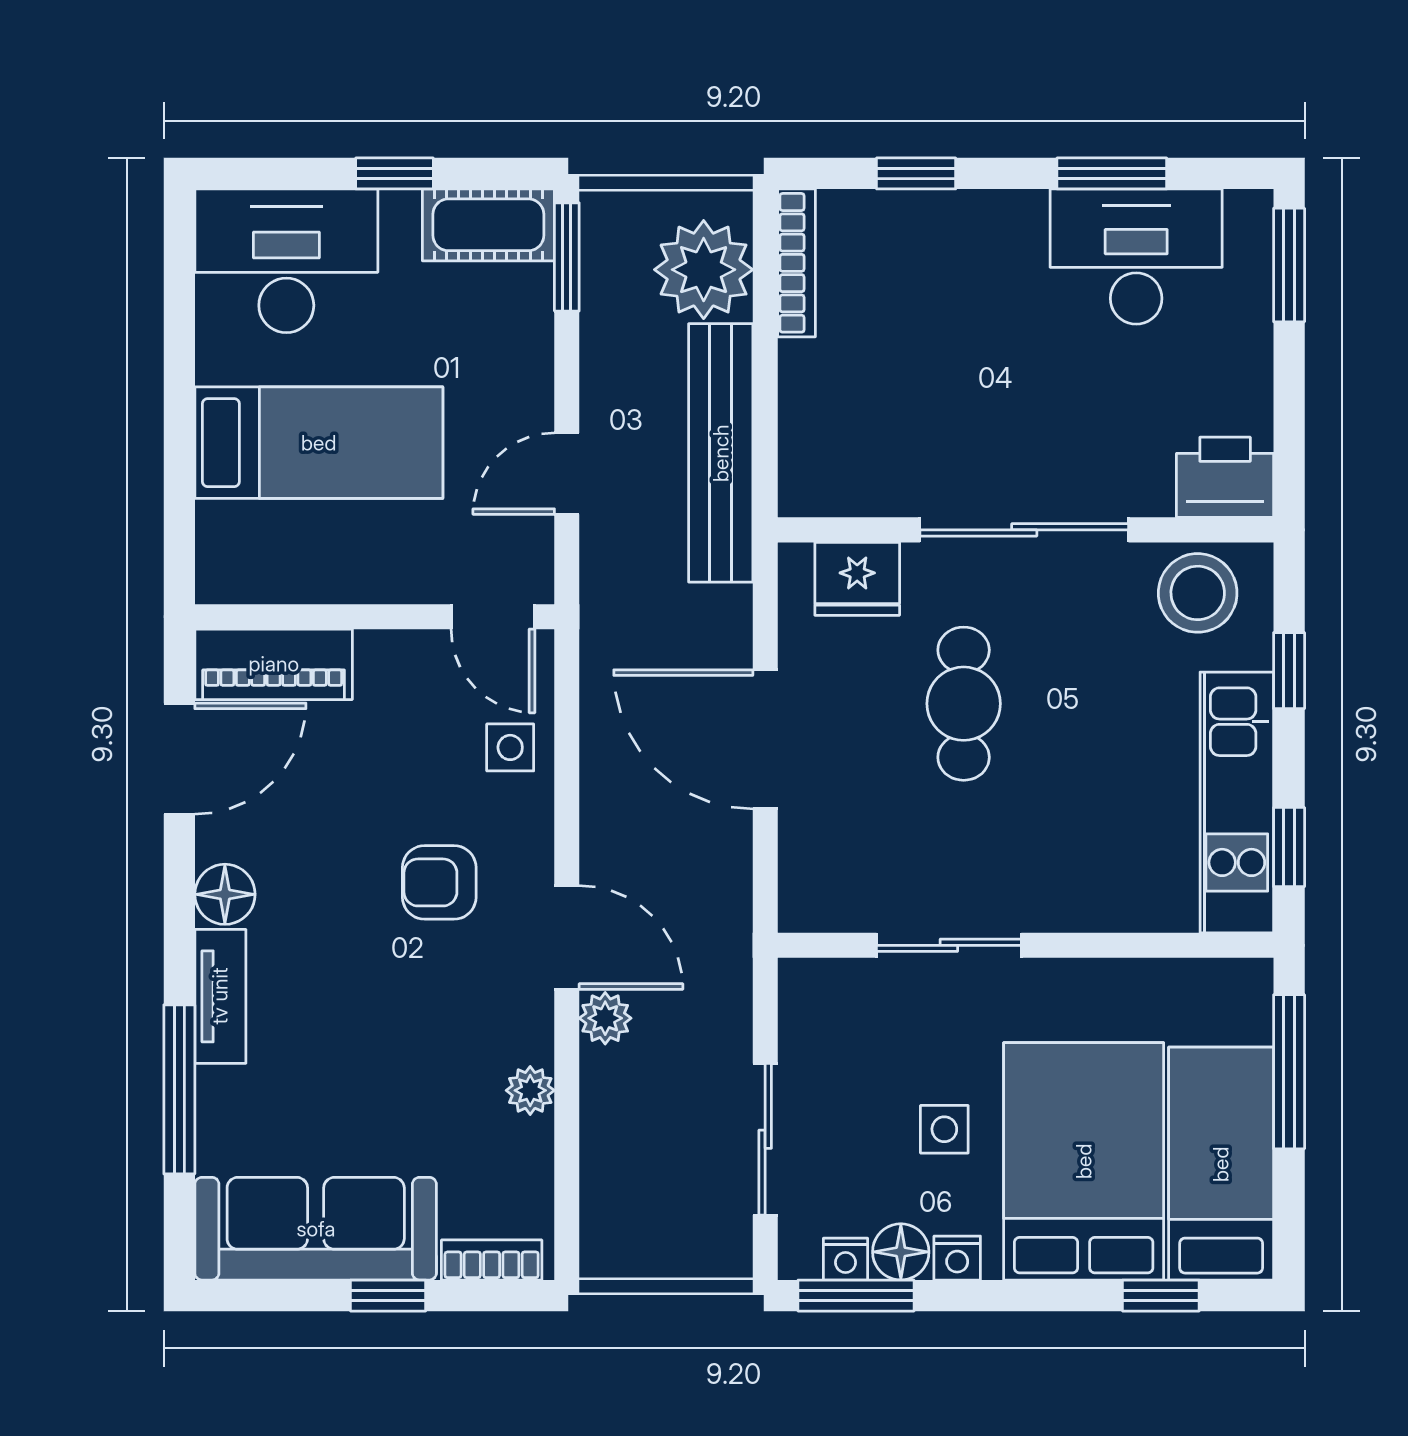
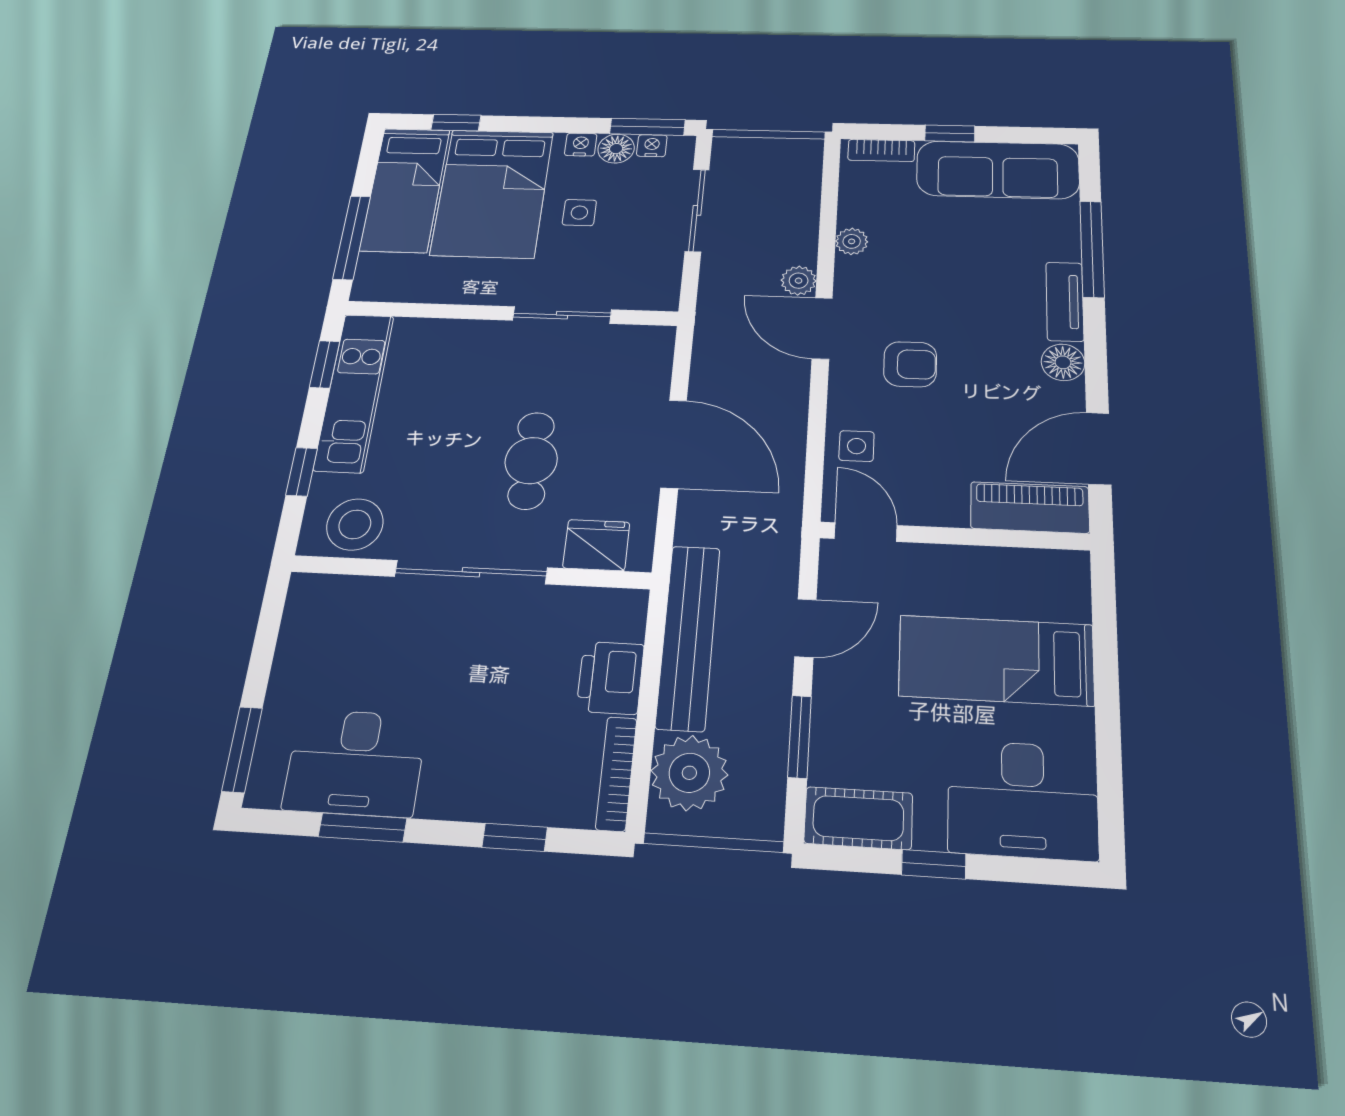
window: (567, 257) -> (800, 737), moved
printer: (1225, 477) -> (610, 678), moved, turned 90

